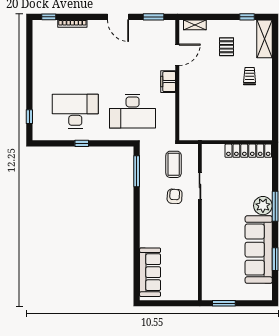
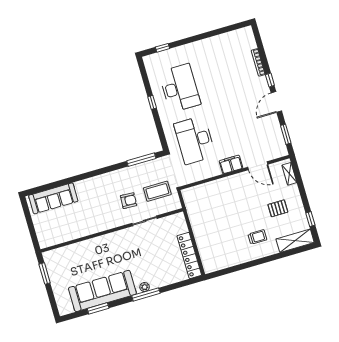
window: (49, 17) -> (270, 80), moved
plant: (263, 206) -> (145, 287), width x0.53, depth x0.53

